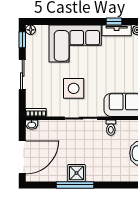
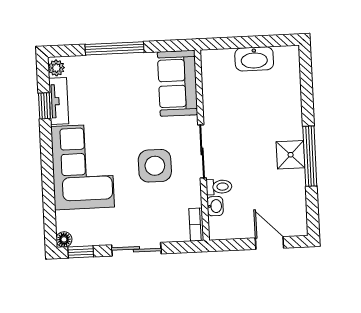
washbasin: (32, 125) -> (215, 206), moved
toilet: (111, 128) -> (219, 187), moved
door: (22, 157) -> (269, 243), width x0.53

